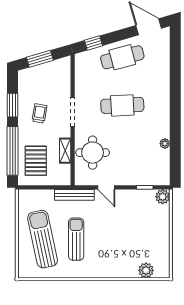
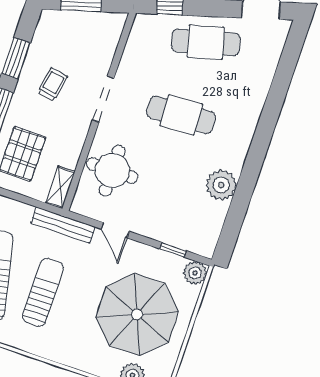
plant: (165, 144) -> (221, 185), width x1.87, depth x1.87
shelving: (65, 151) -> (60, 187), moved
parasol: (137, 233) -> (137, 314), added

